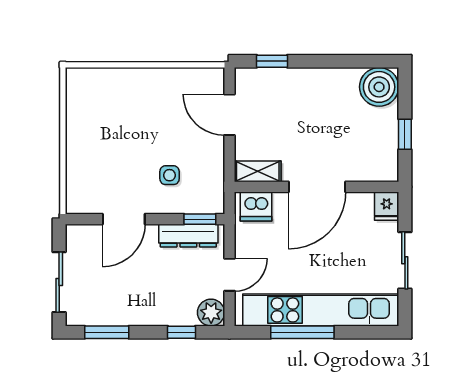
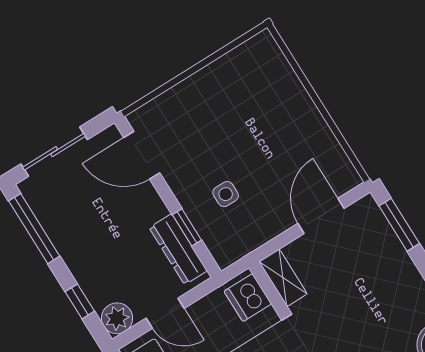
window: (272, 61) -> (399, 225), width x1.50
door: (124, 219) -> (142, 155), moved
window: (200, 219) -> (187, 227), moved
window: (107, 332) -> (34, 229), width x1.44

